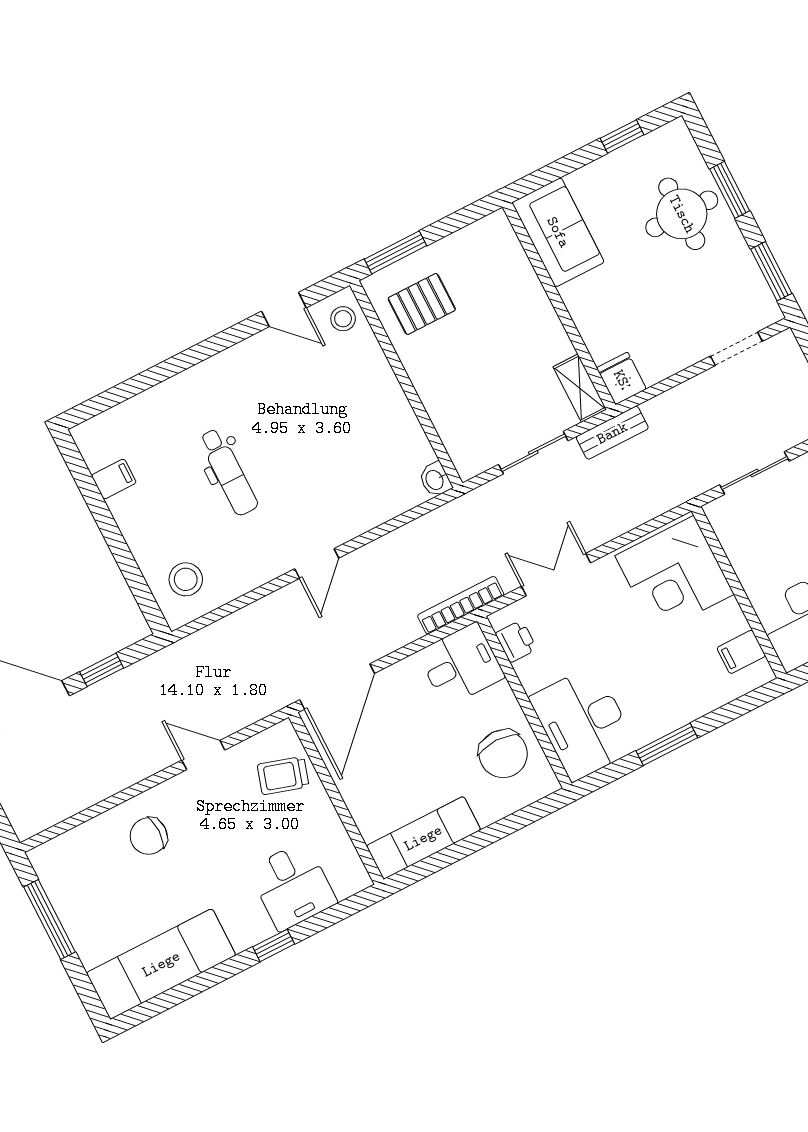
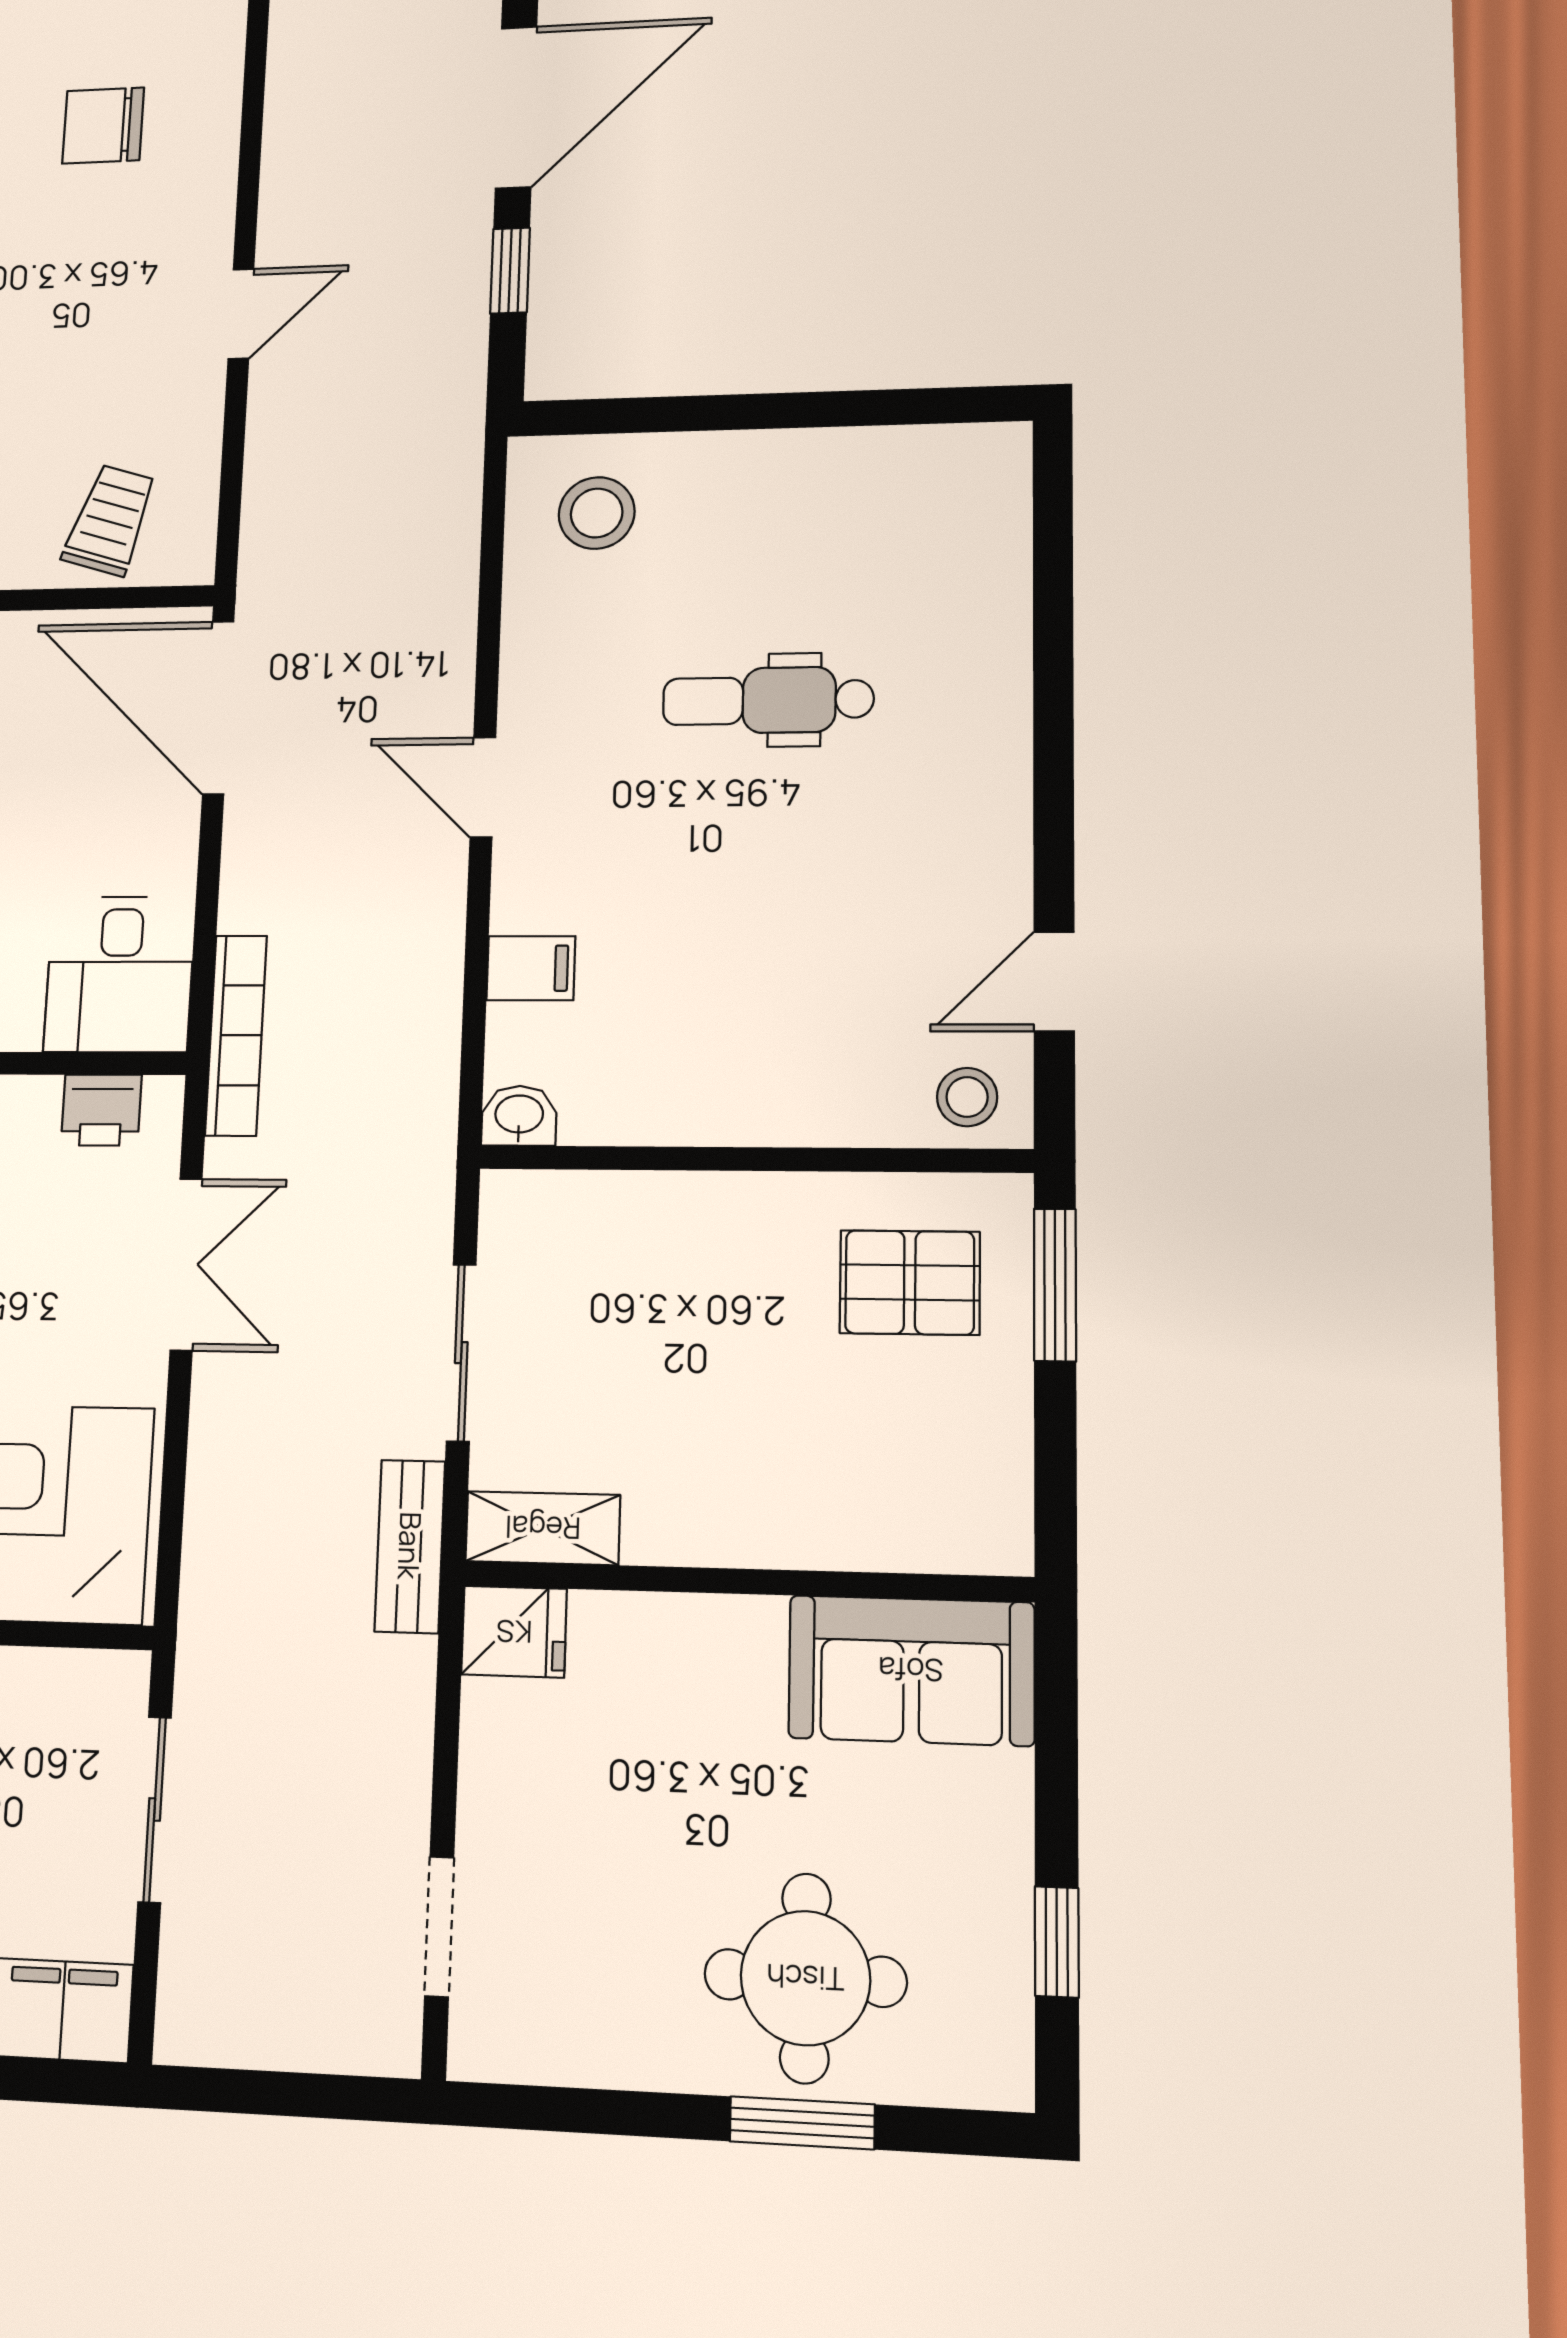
window: (771, 271) -> (567, 2110), removed
pallet: (422, 304) -> (910, 1282), turned 90
filing cabinet: (114, 479) -> (531, 968), moved, turned -90
door: (203, 755) -> (241, 314), moved
chair: (149, 836) -> (103, 126), moved, turned -90

